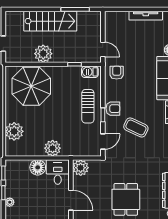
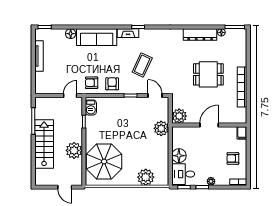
sun lounger: (88, 106) -> (123, 109), removed
armchair: (113, 109) -> (112, 84), moved
plant: (53, 148) -> (161, 128), moved
desk: (58, 172) -> (183, 174), moved

